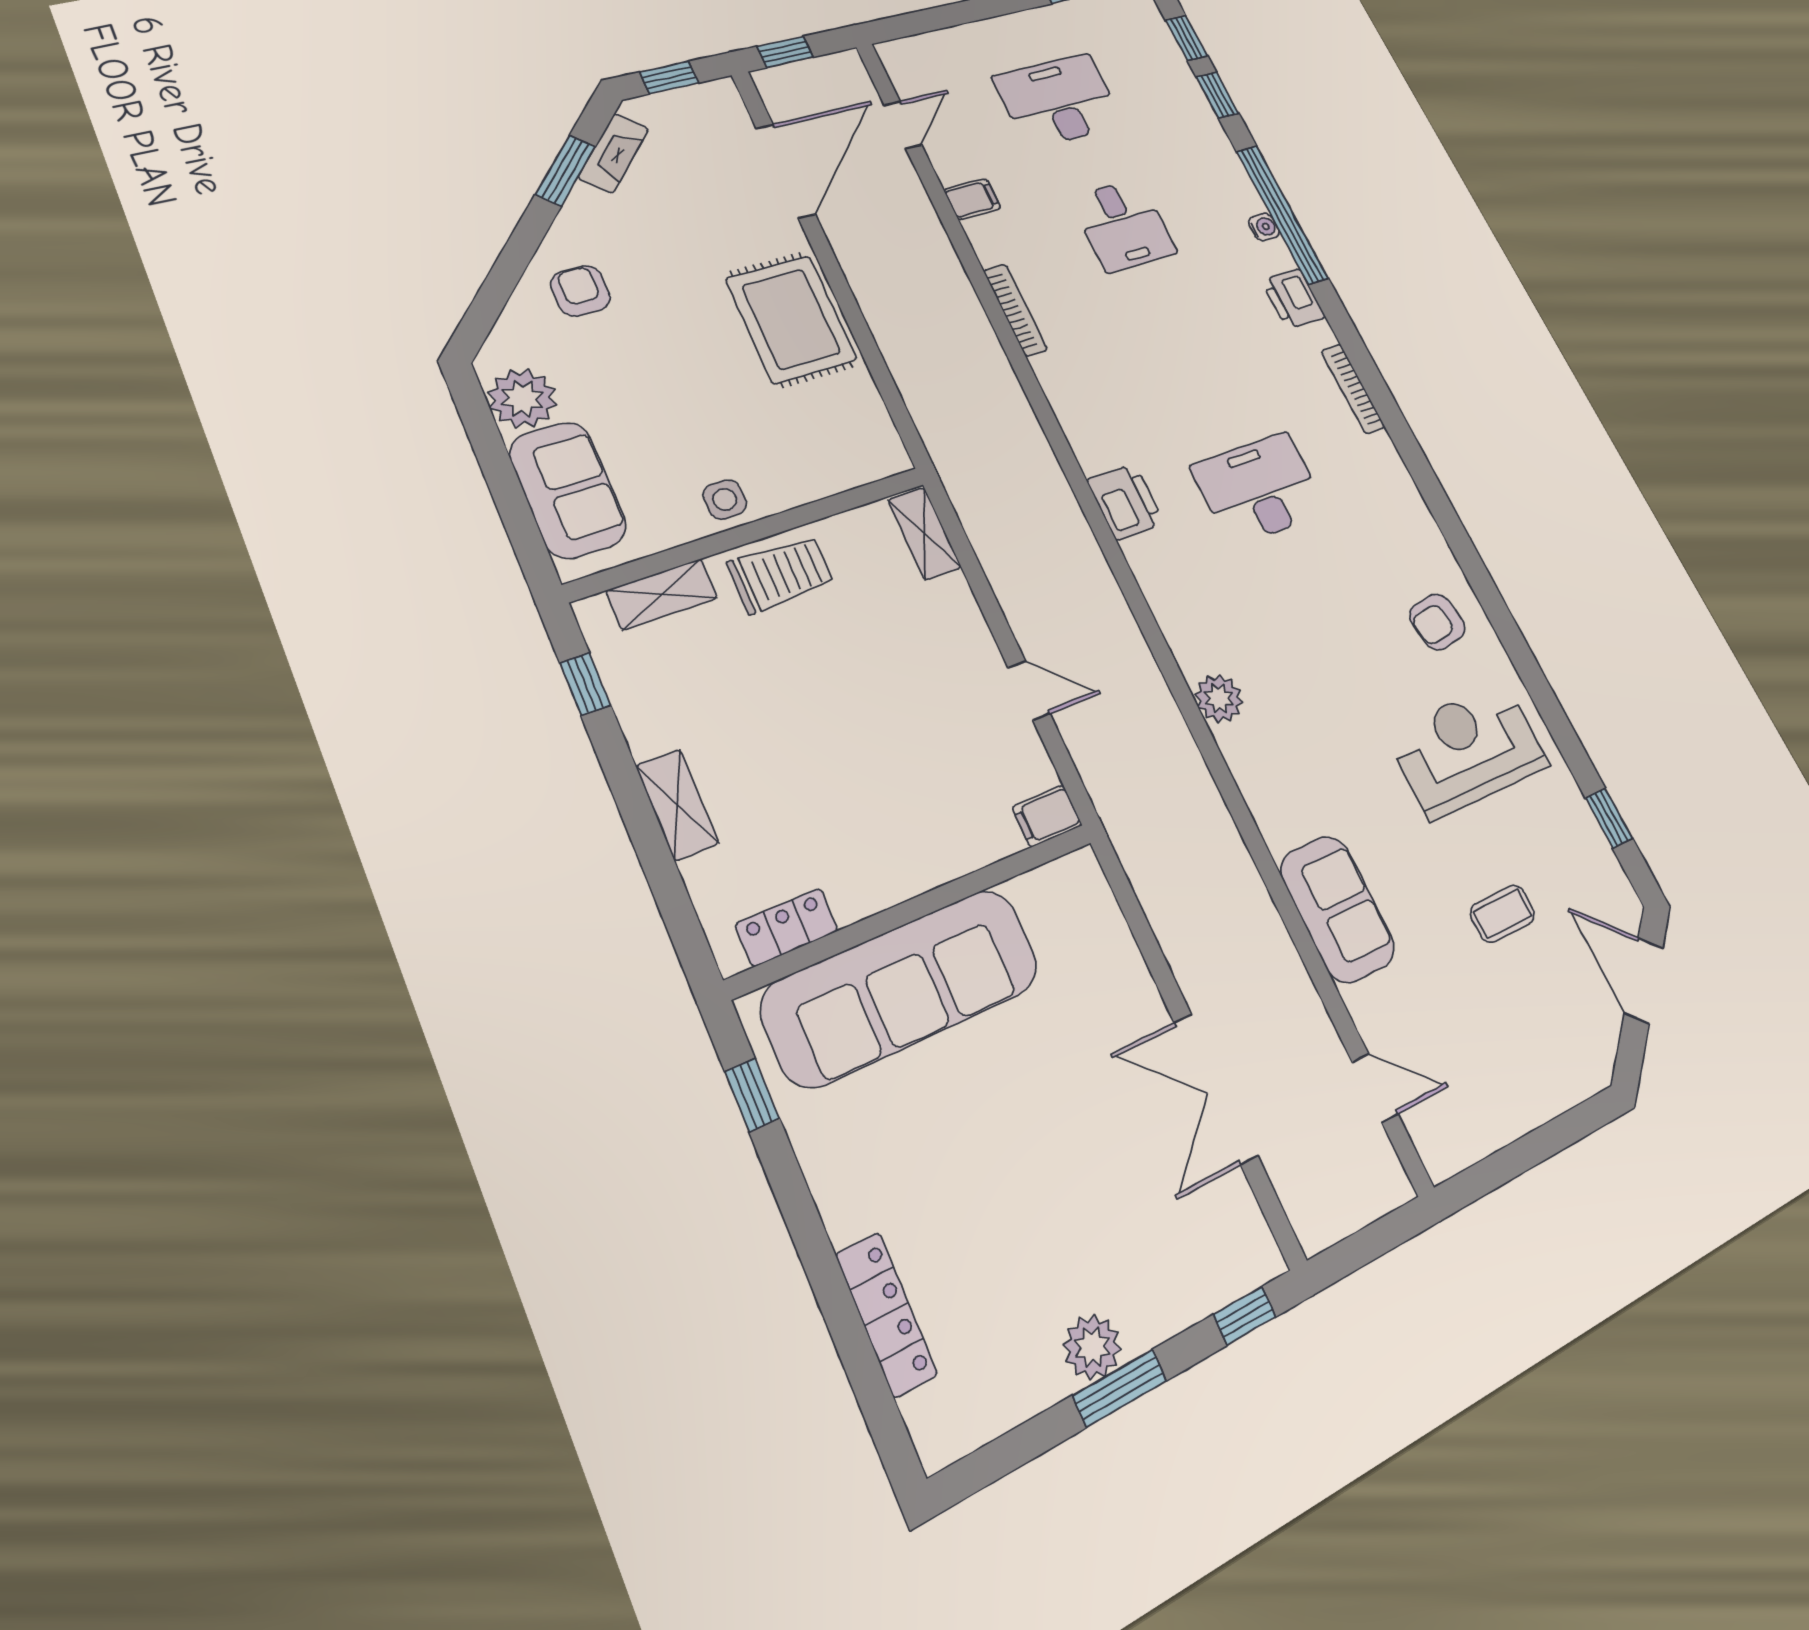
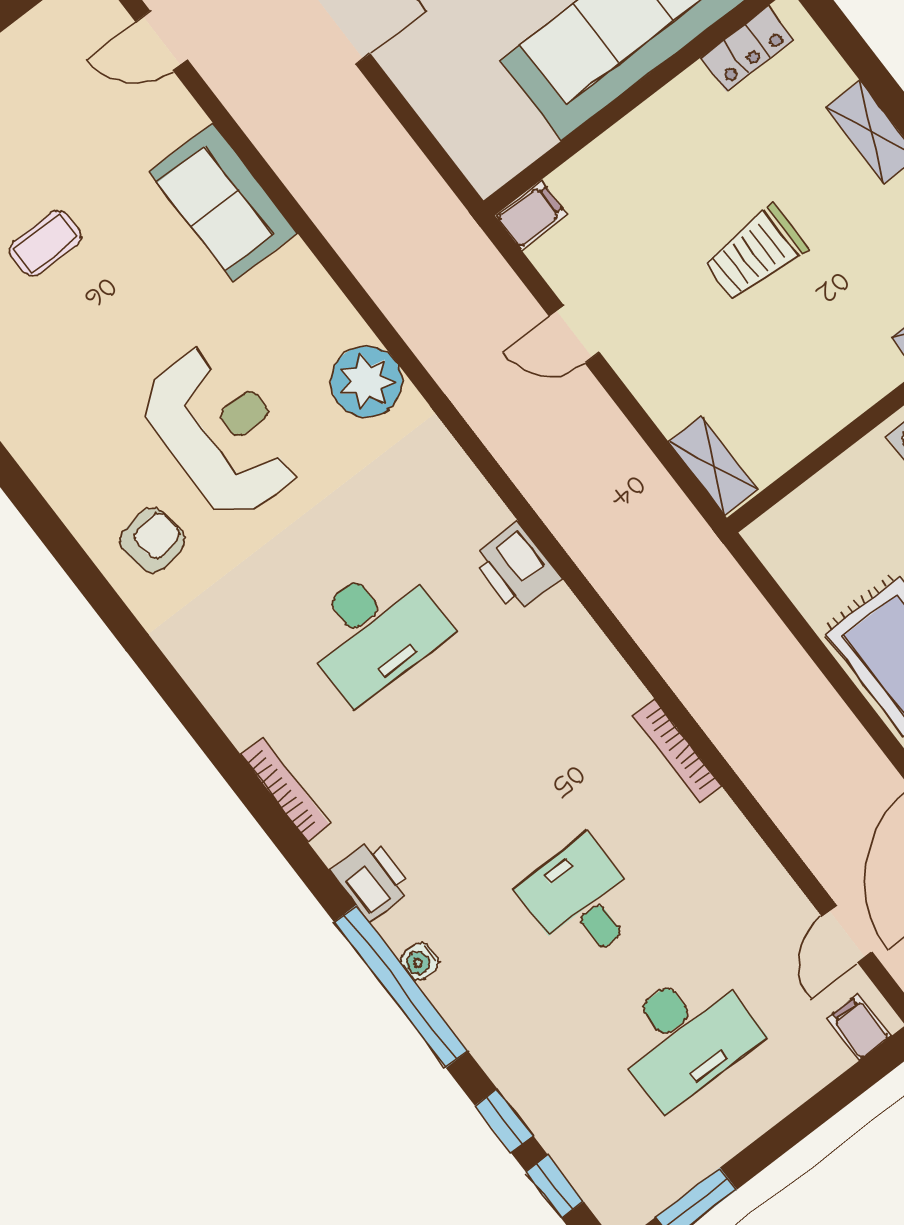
filing cabinet: (972, 199) -> (859, 1027), moved, turned 90
trolley: (781, 574) -> (755, 253), moved
plant: (1219, 698) -> (367, 382), width x1.36, depth x1.36
reception desk: (1468, 749) -> (221, 432), moved, turned -90

